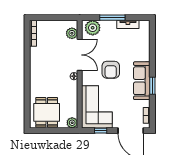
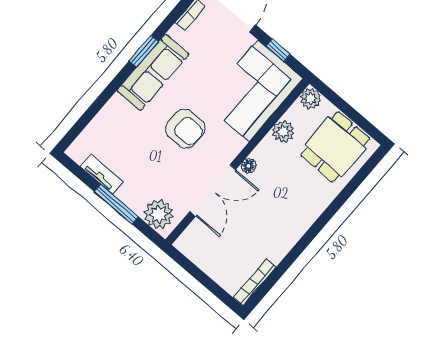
plant: (72, 33) -> (283, 131), moved
double door: (80, 55) -> (213, 190), swing flipped
armchair: (111, 70) -> (185, 129), turned 90

